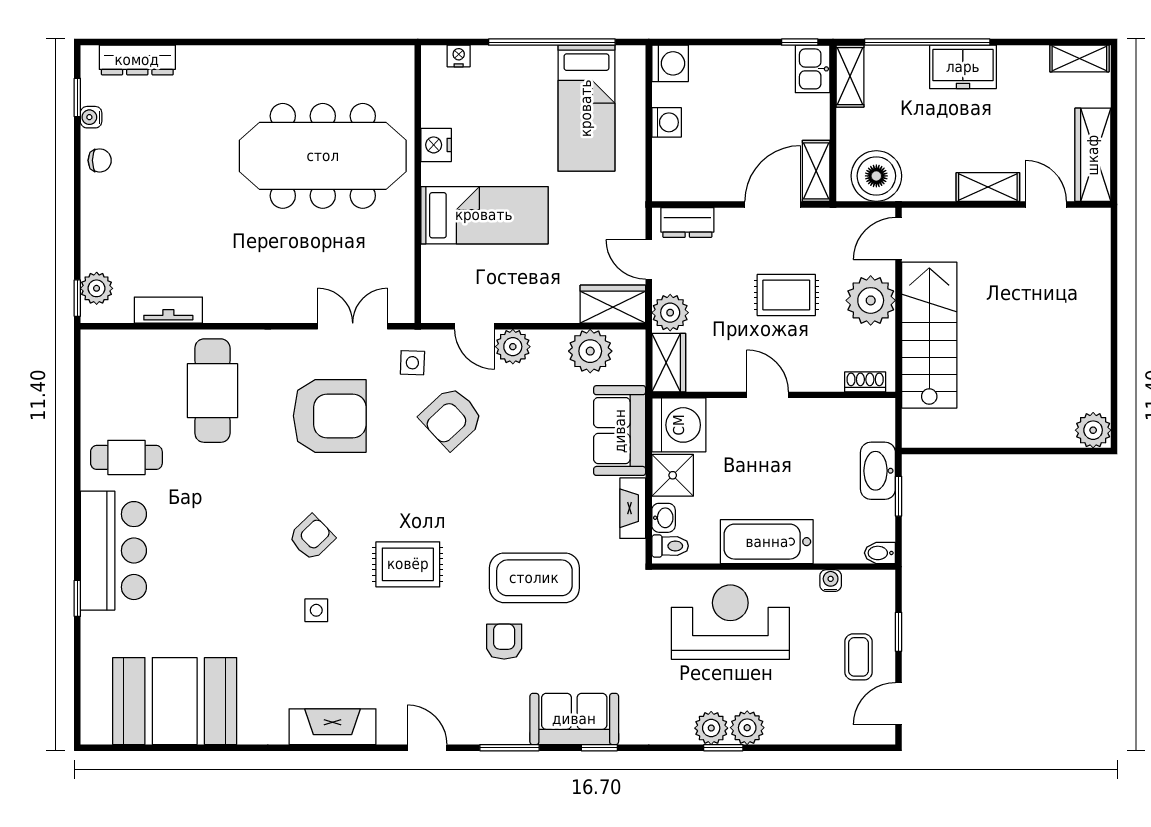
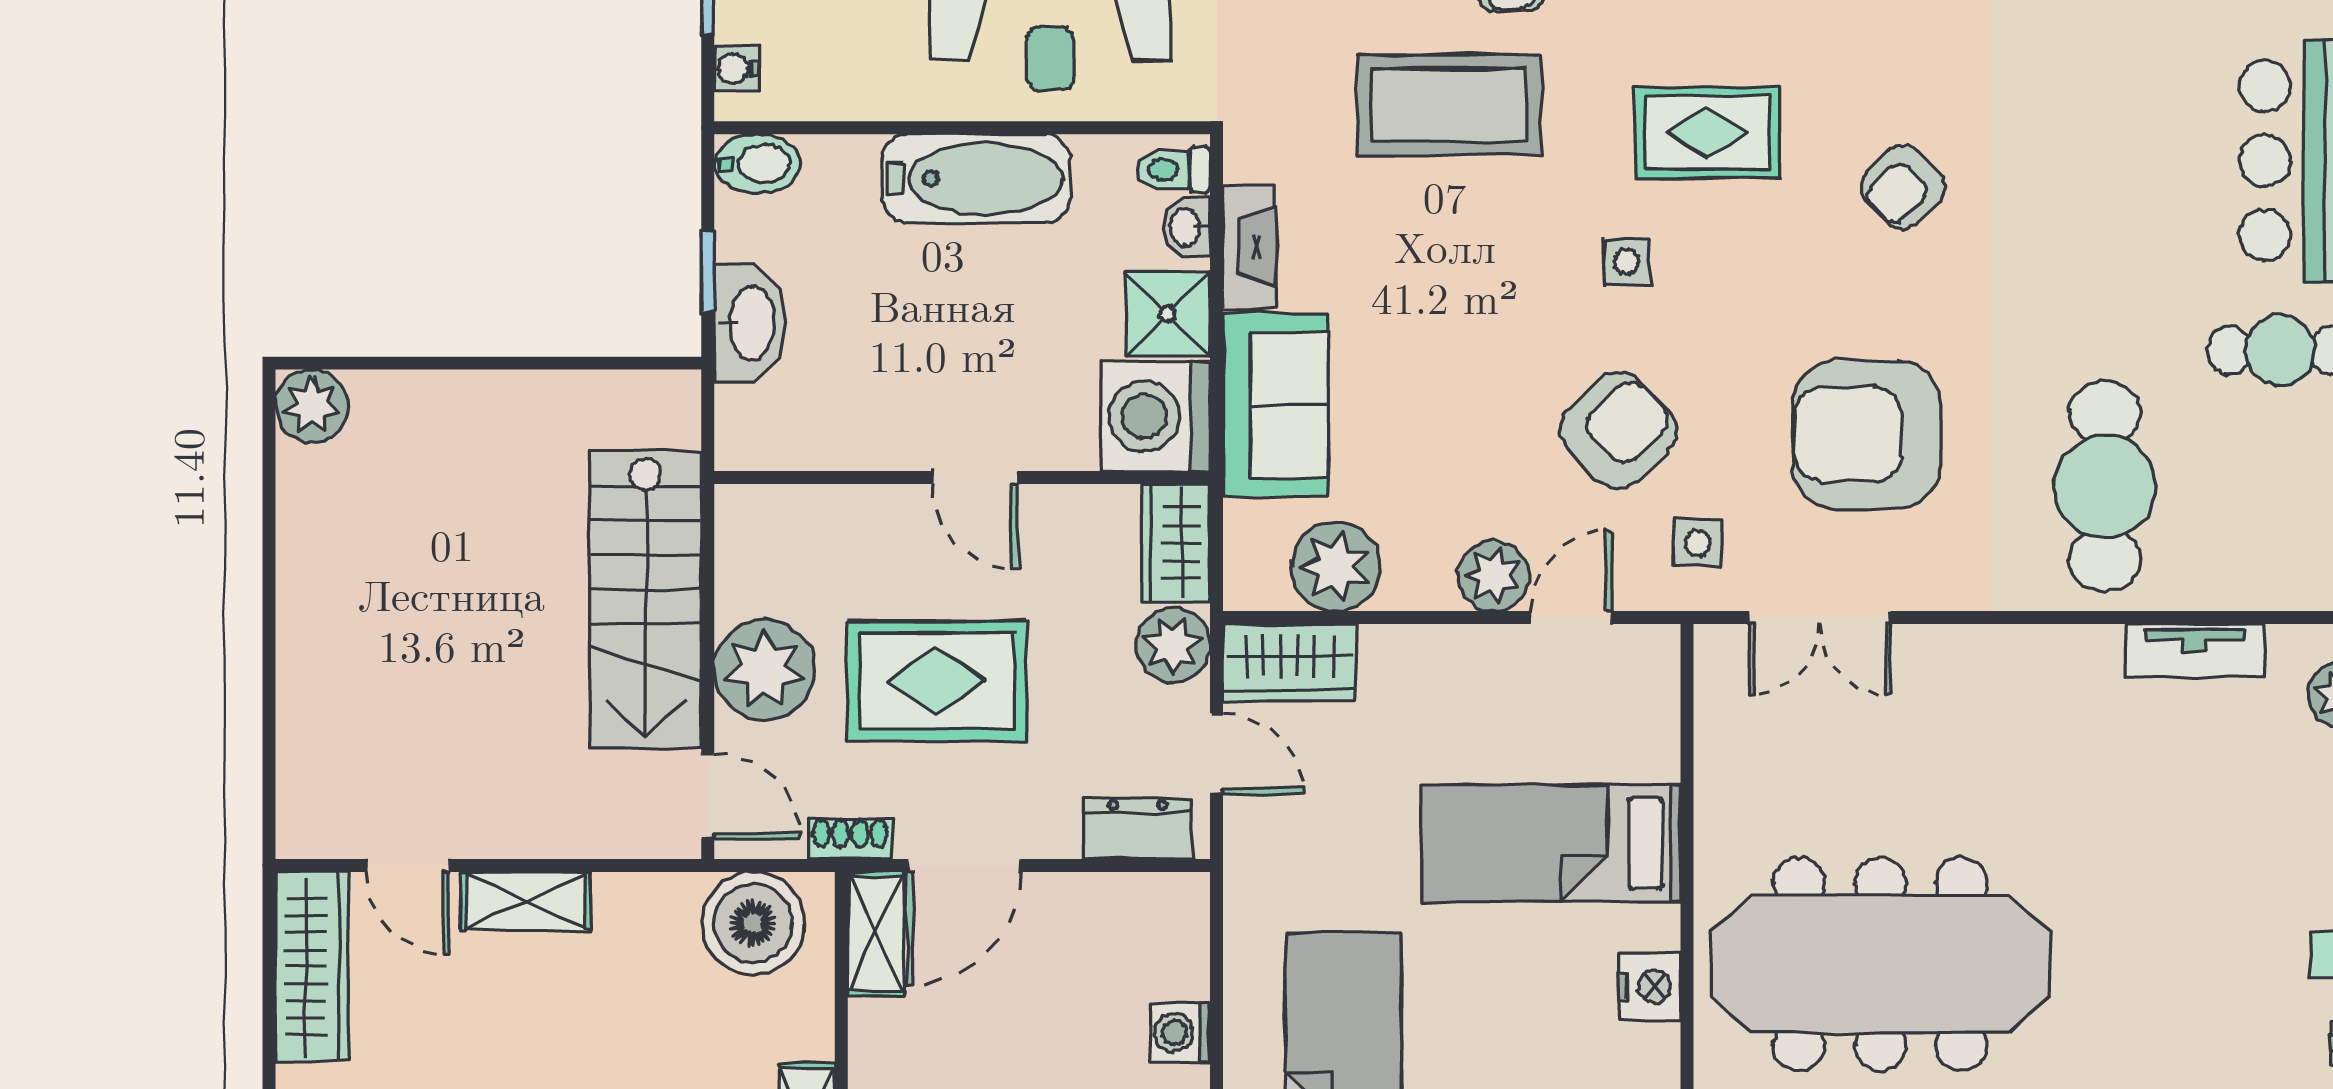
door: (899, 239) -> (708, 796), hinge flipped
rug: (786, 295) -> (936, 681), width x1.36, depth x1.43
door: (475, 326) -> (1571, 617), hinge flipped
shoe rack: (865, 382) -> (850, 839), moved, turned 180
bidet: (880, 553) -> (757, 164), width x1.38, depth x1.36
water cooler: (831, 581) -> (736, 68), moved, turned 90
side table: (316, 610) -> (1626, 262), moved

